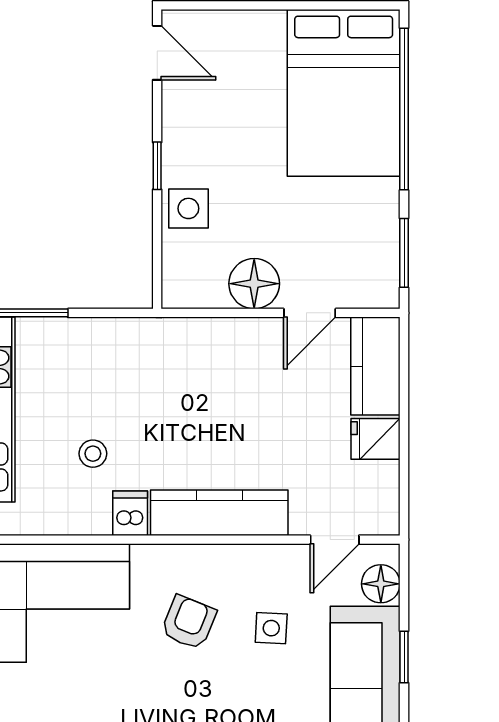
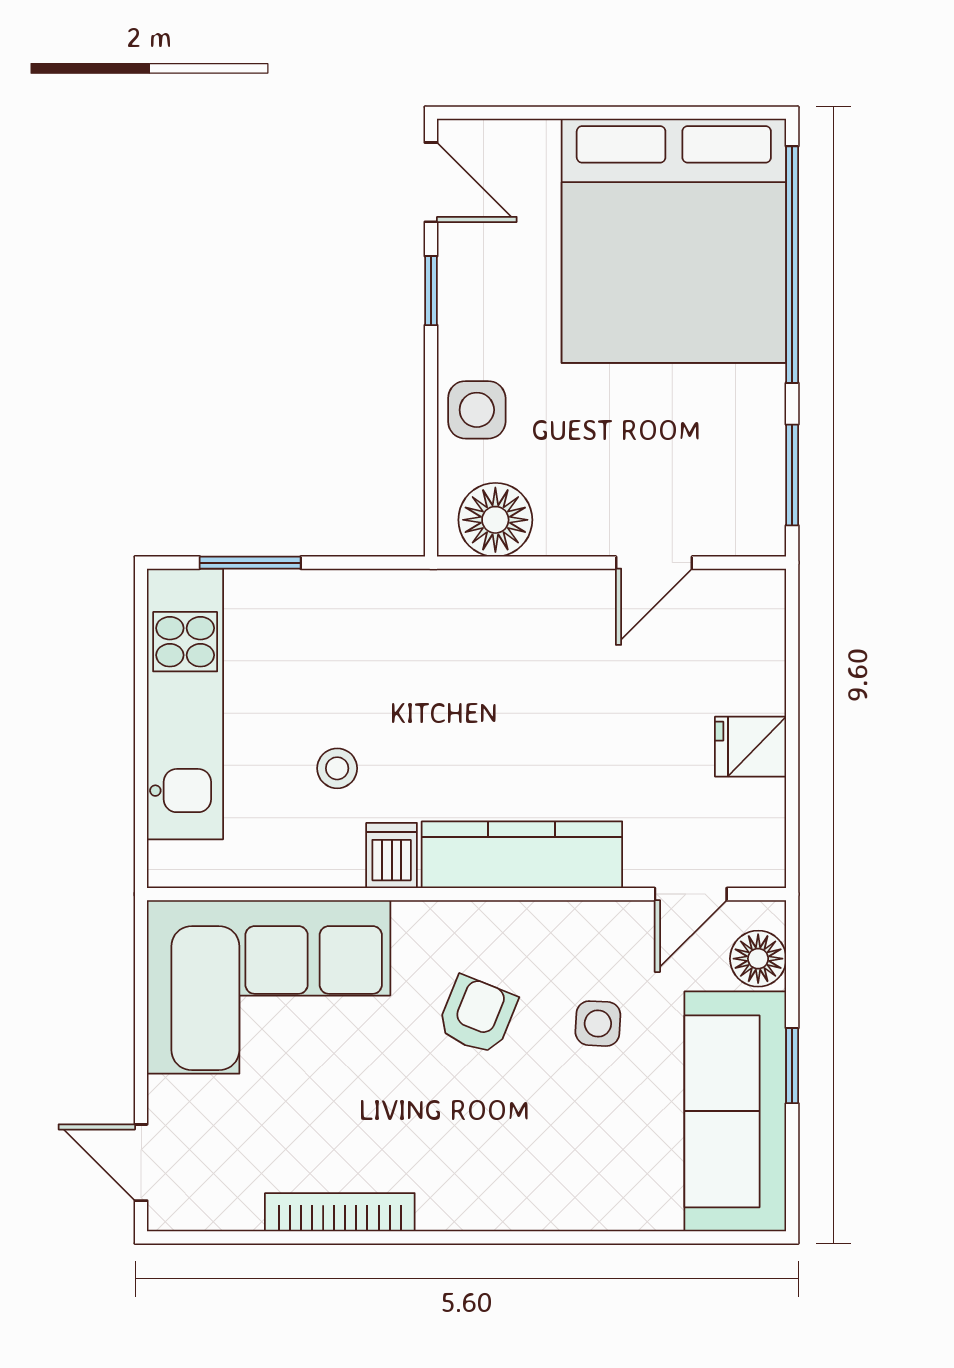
bed: (344, 93) -> (674, 241), width x1.36
window: (157, 166) -> (431, 291), moved
floor lamp: (254, 284) -> (495, 520), moved
kitchen counter: (375, 366) -> (750, 640), removed

